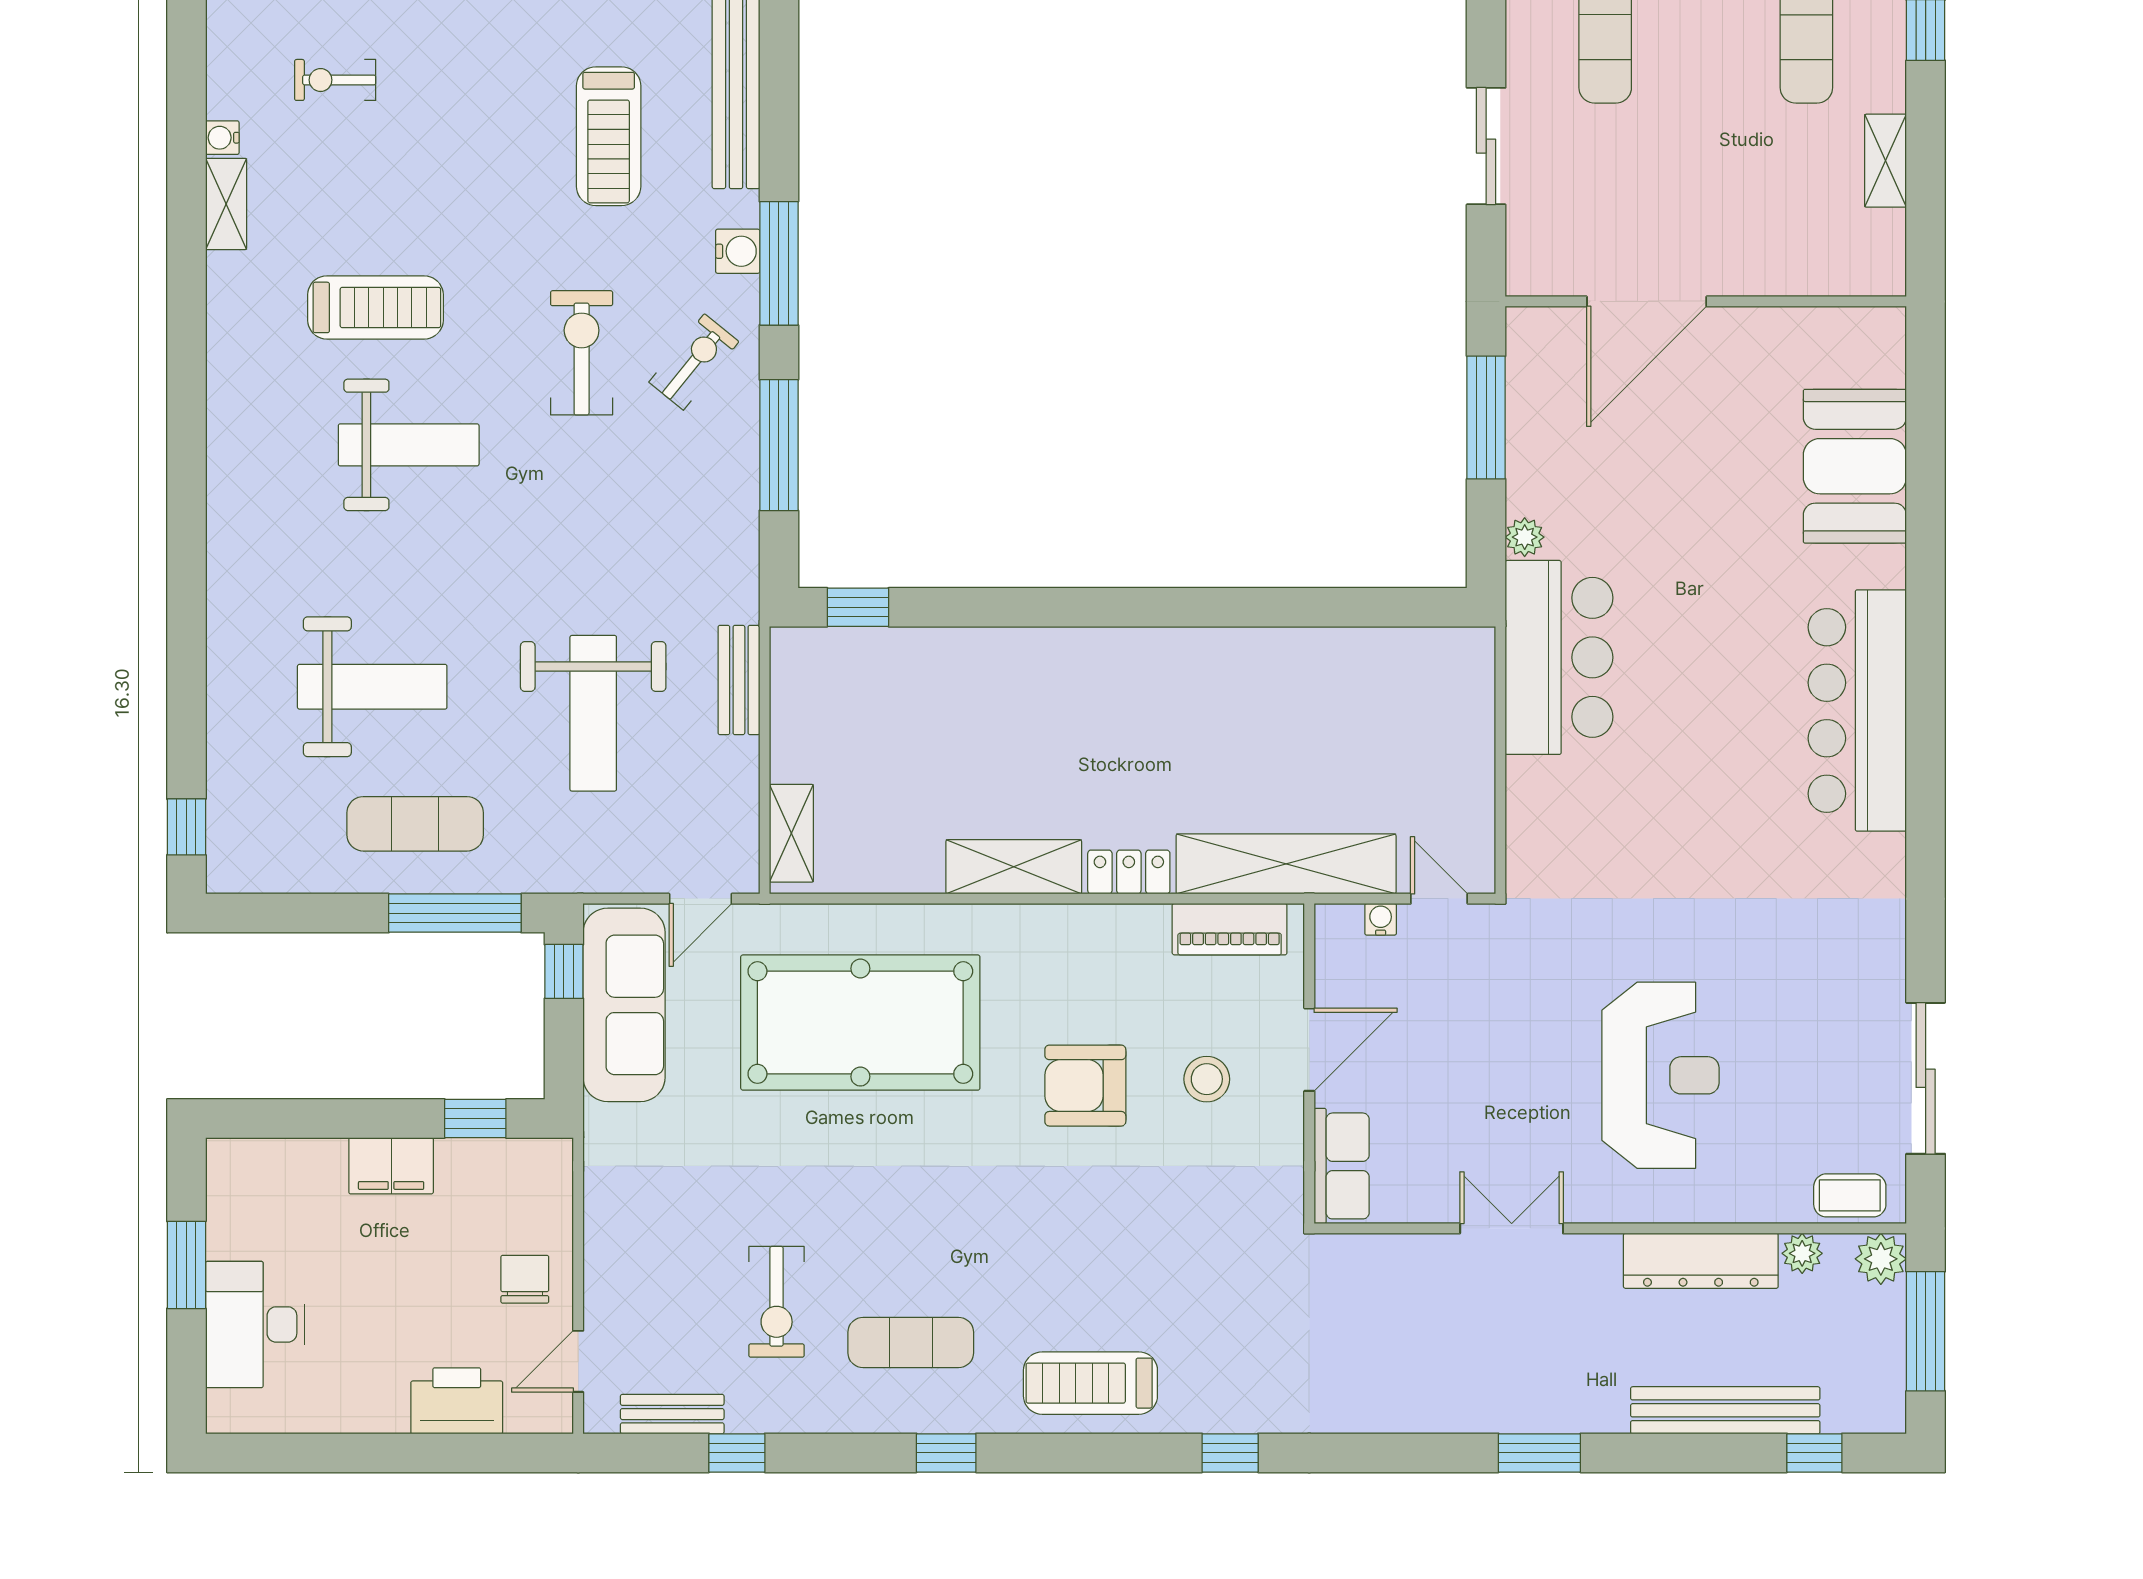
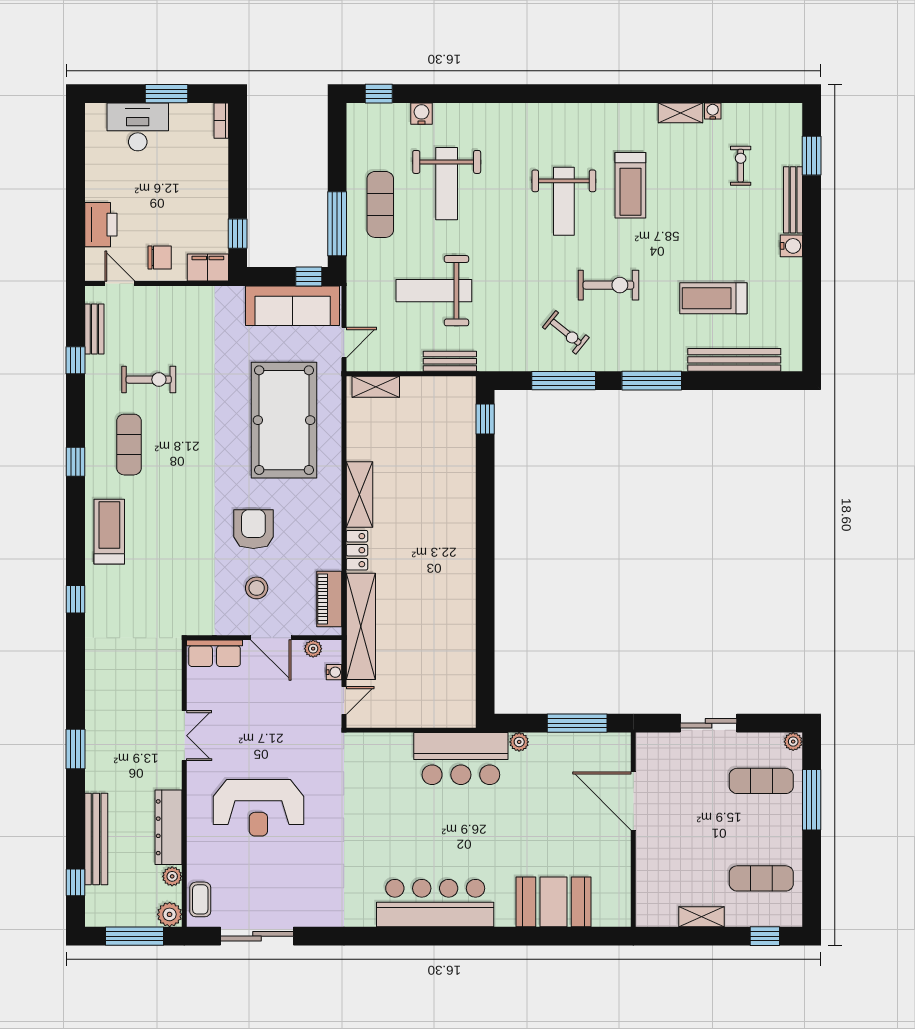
water cooler: (738, 251) -> (422, 114), moved, turned 180
exercise bike: (694, 362) -> (566, 332), moved
door: (700, 899) -> (344, 343), swing flipped
plant: (1332, 962) -> (313, 649), added
bookcase: (242, 1152) -> (221, 121), added
filing cabinet: (391, 1166) -> (208, 268), moved, turned 90
exercise bike: (777, 1302) -> (149, 380), turned 180

